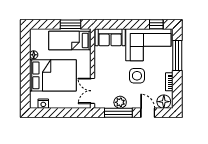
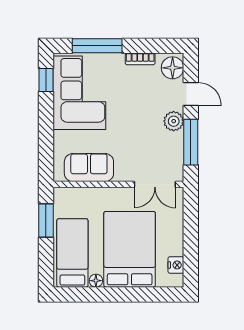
sofa: (110, 37) -> (89, 168), moved, turned -90
bed: (70, 41) -> (72, 253), moved, turned 180
side table: (137, 76) -> (130, 112), removed
plant: (120, 102) -> (174, 121), moved
door: (148, 113) -> (191, 94), swing flipped

